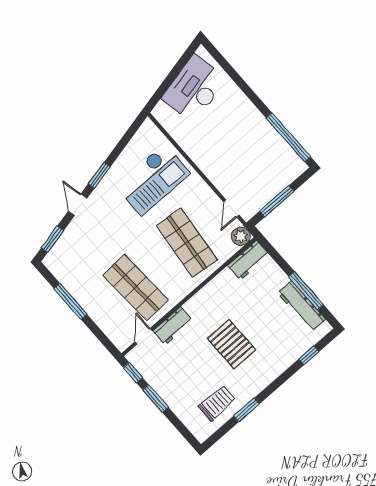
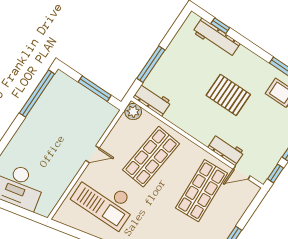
checkout: (153, 180) -> (104, 200), turned 180
door: (231, 209) -> (93, 154), moved
window: (306, 291) -> (151, 64), moved
workbench: (301, 306) -> (216, 38), moved, turned 90
pallet: (232, 344) -> (228, 95), turned 90

